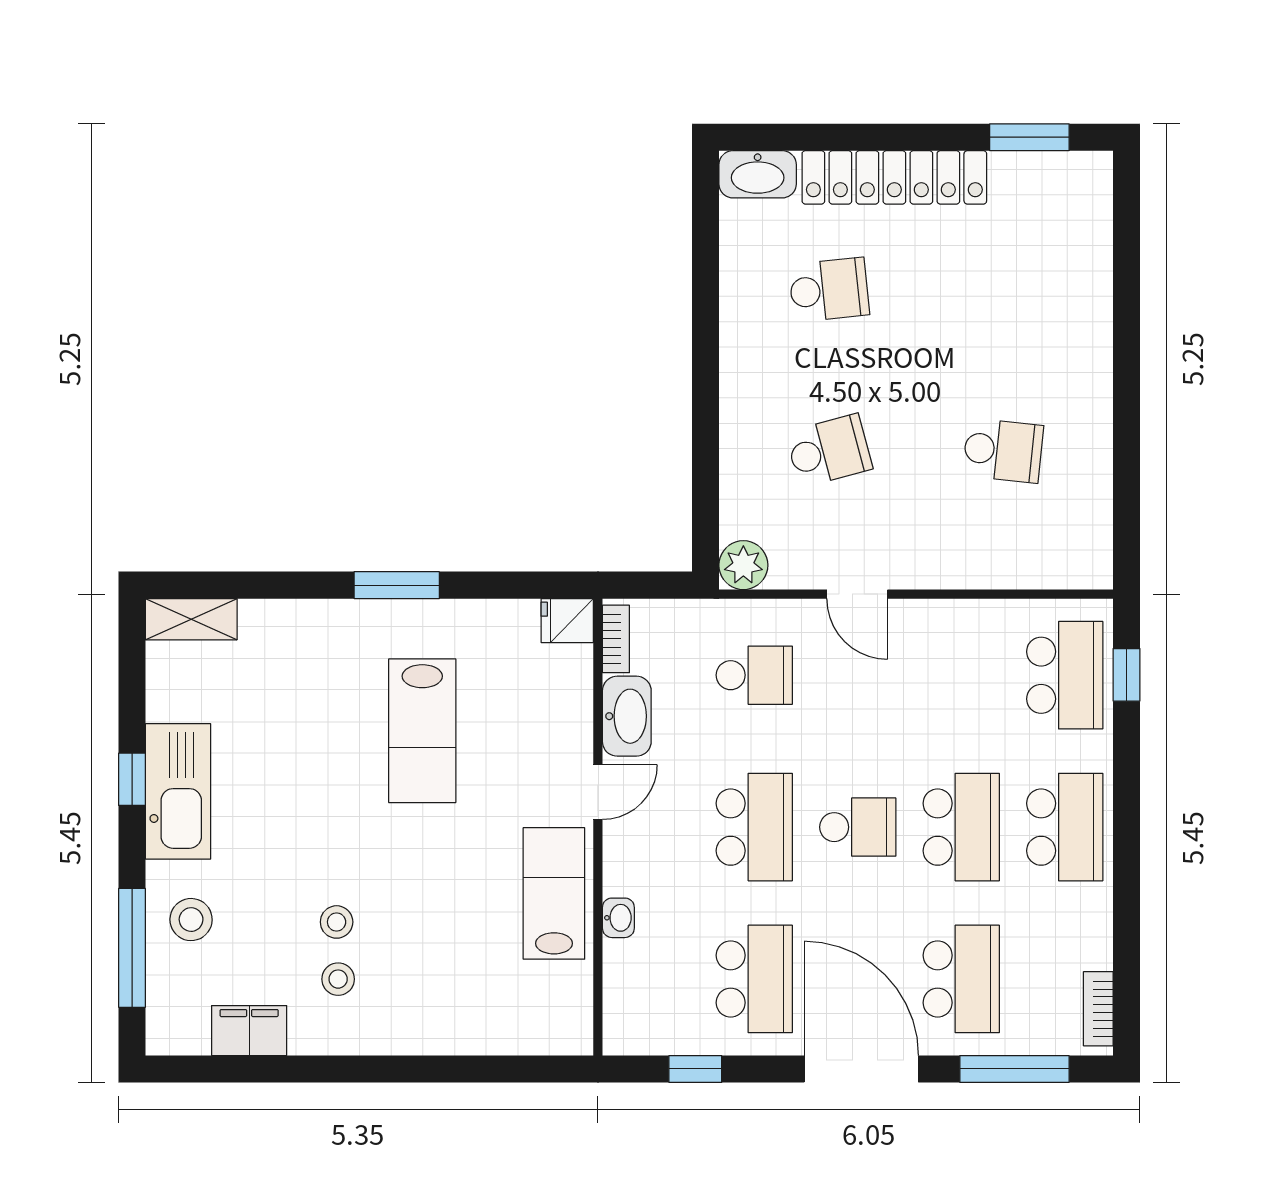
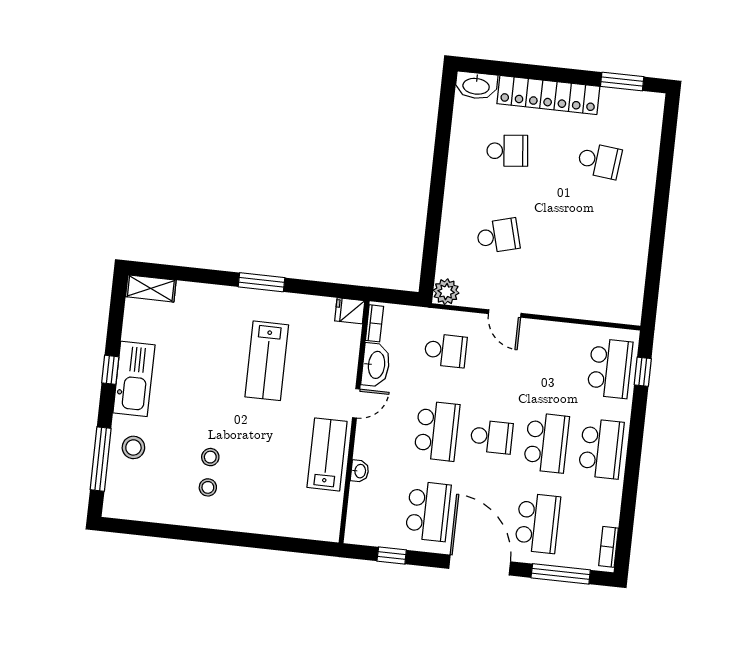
school desk: (1003, 451) -> (599, 161), moved
filing cabinet: (249, 1031) -> (158, 510), removed

